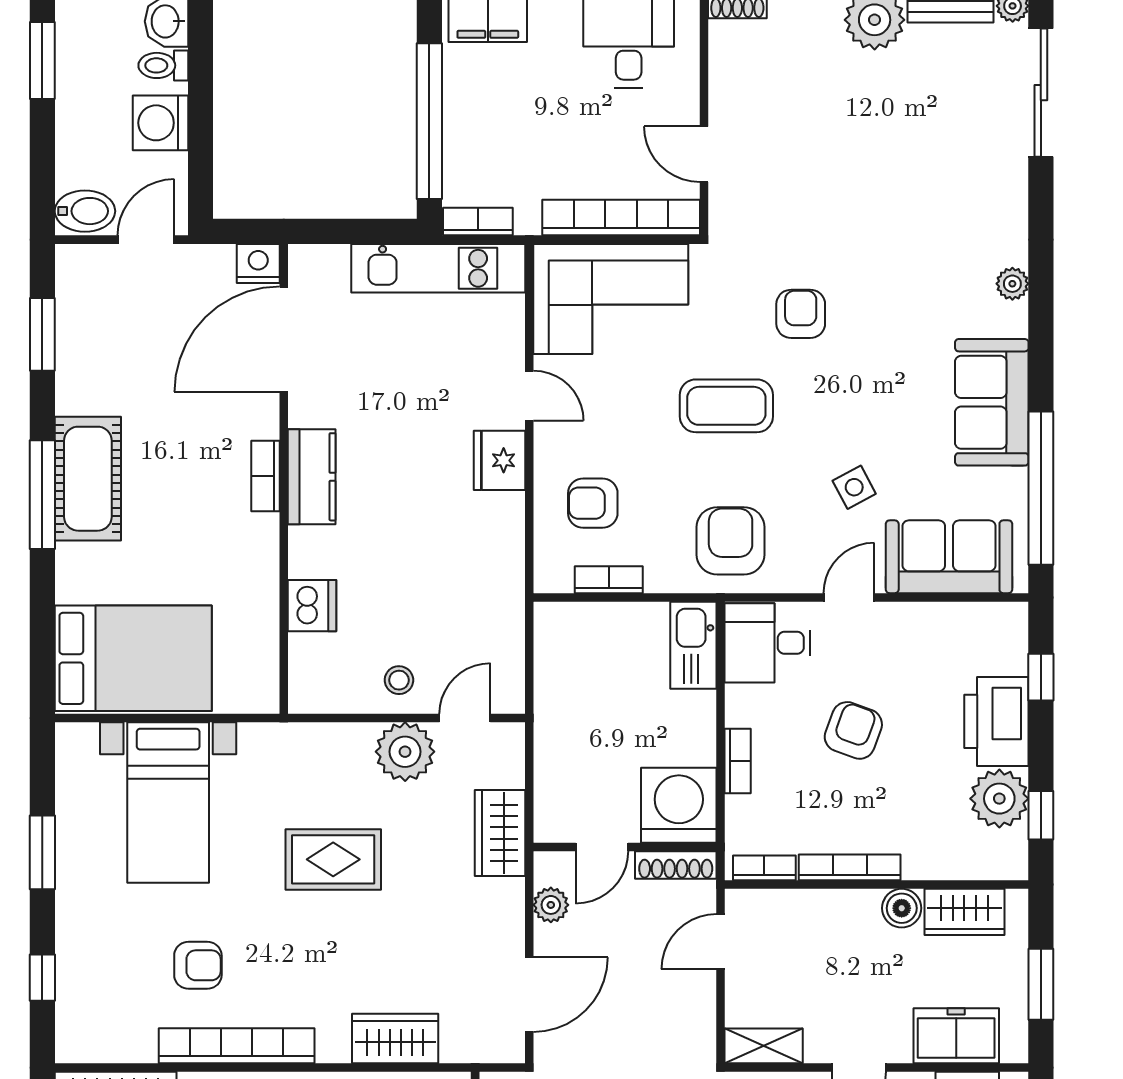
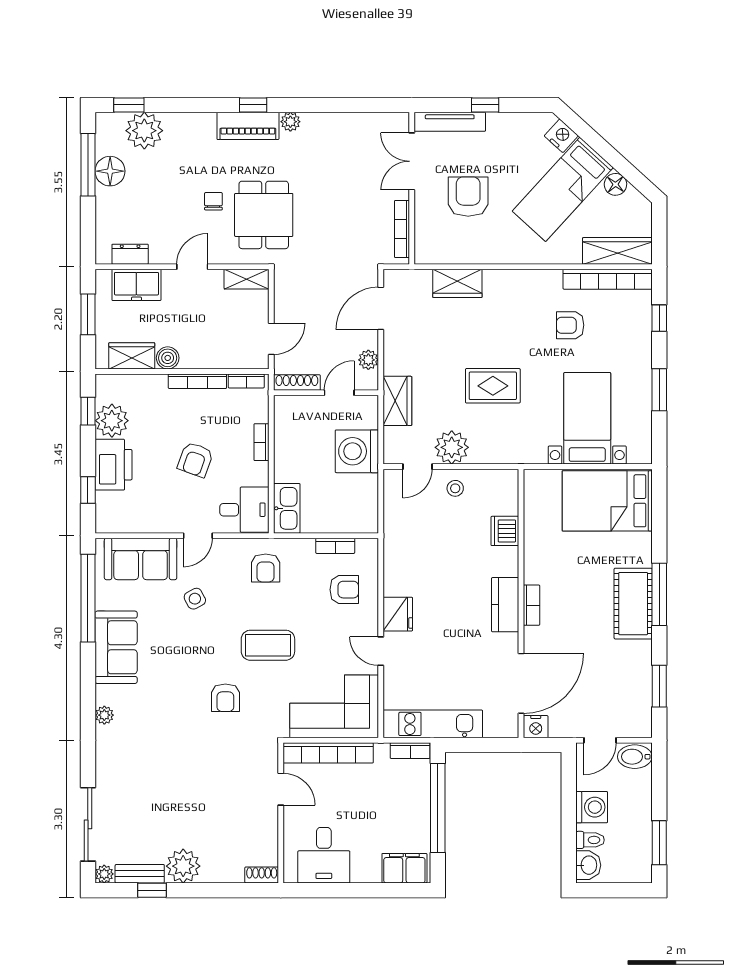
armchair: (731, 541) -> (266, 568), width x0.72, depth x0.72
washing machine: (679, 805) -> (357, 451), moved, turned 90
bookcase: (237, 1046) -> (608, 279), moved

